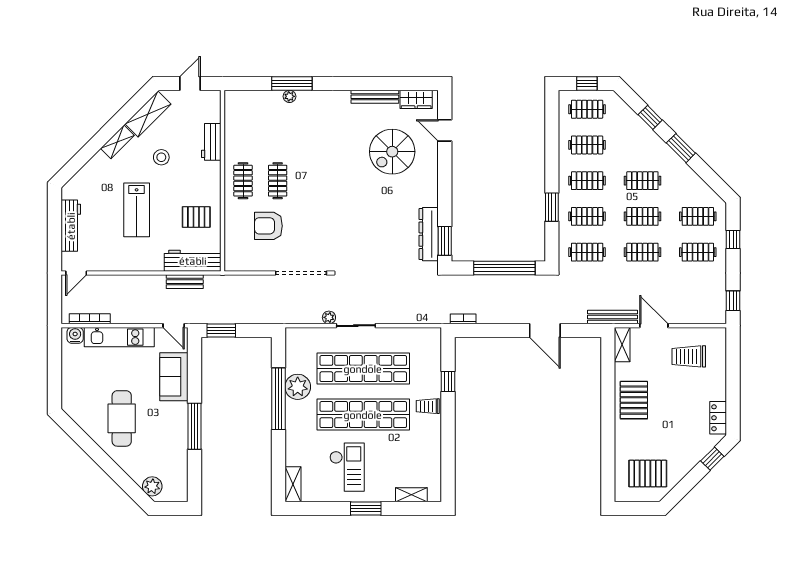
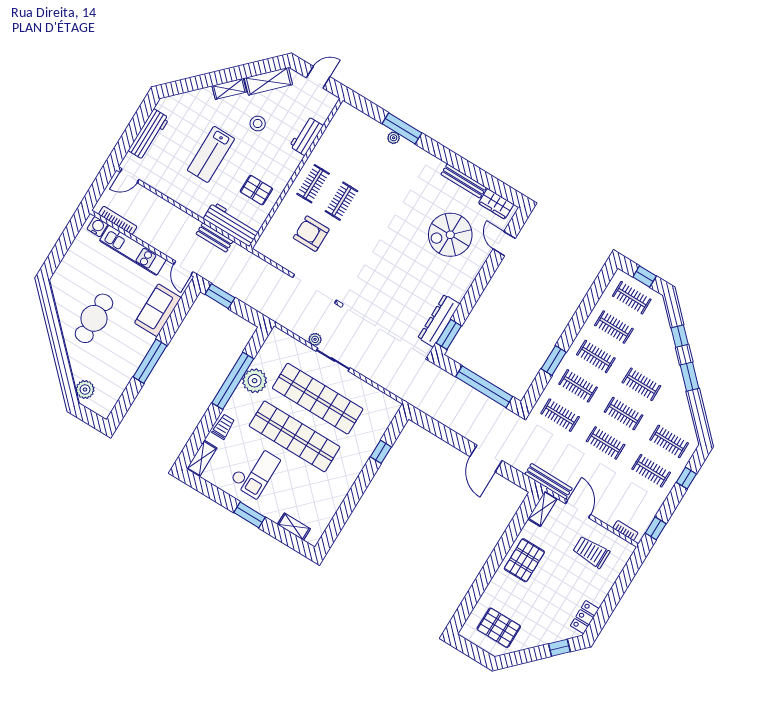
bookcase: (463, 319) -> (625, 530), moved
trolley: (428, 406) -> (223, 427), moved, turned 90

